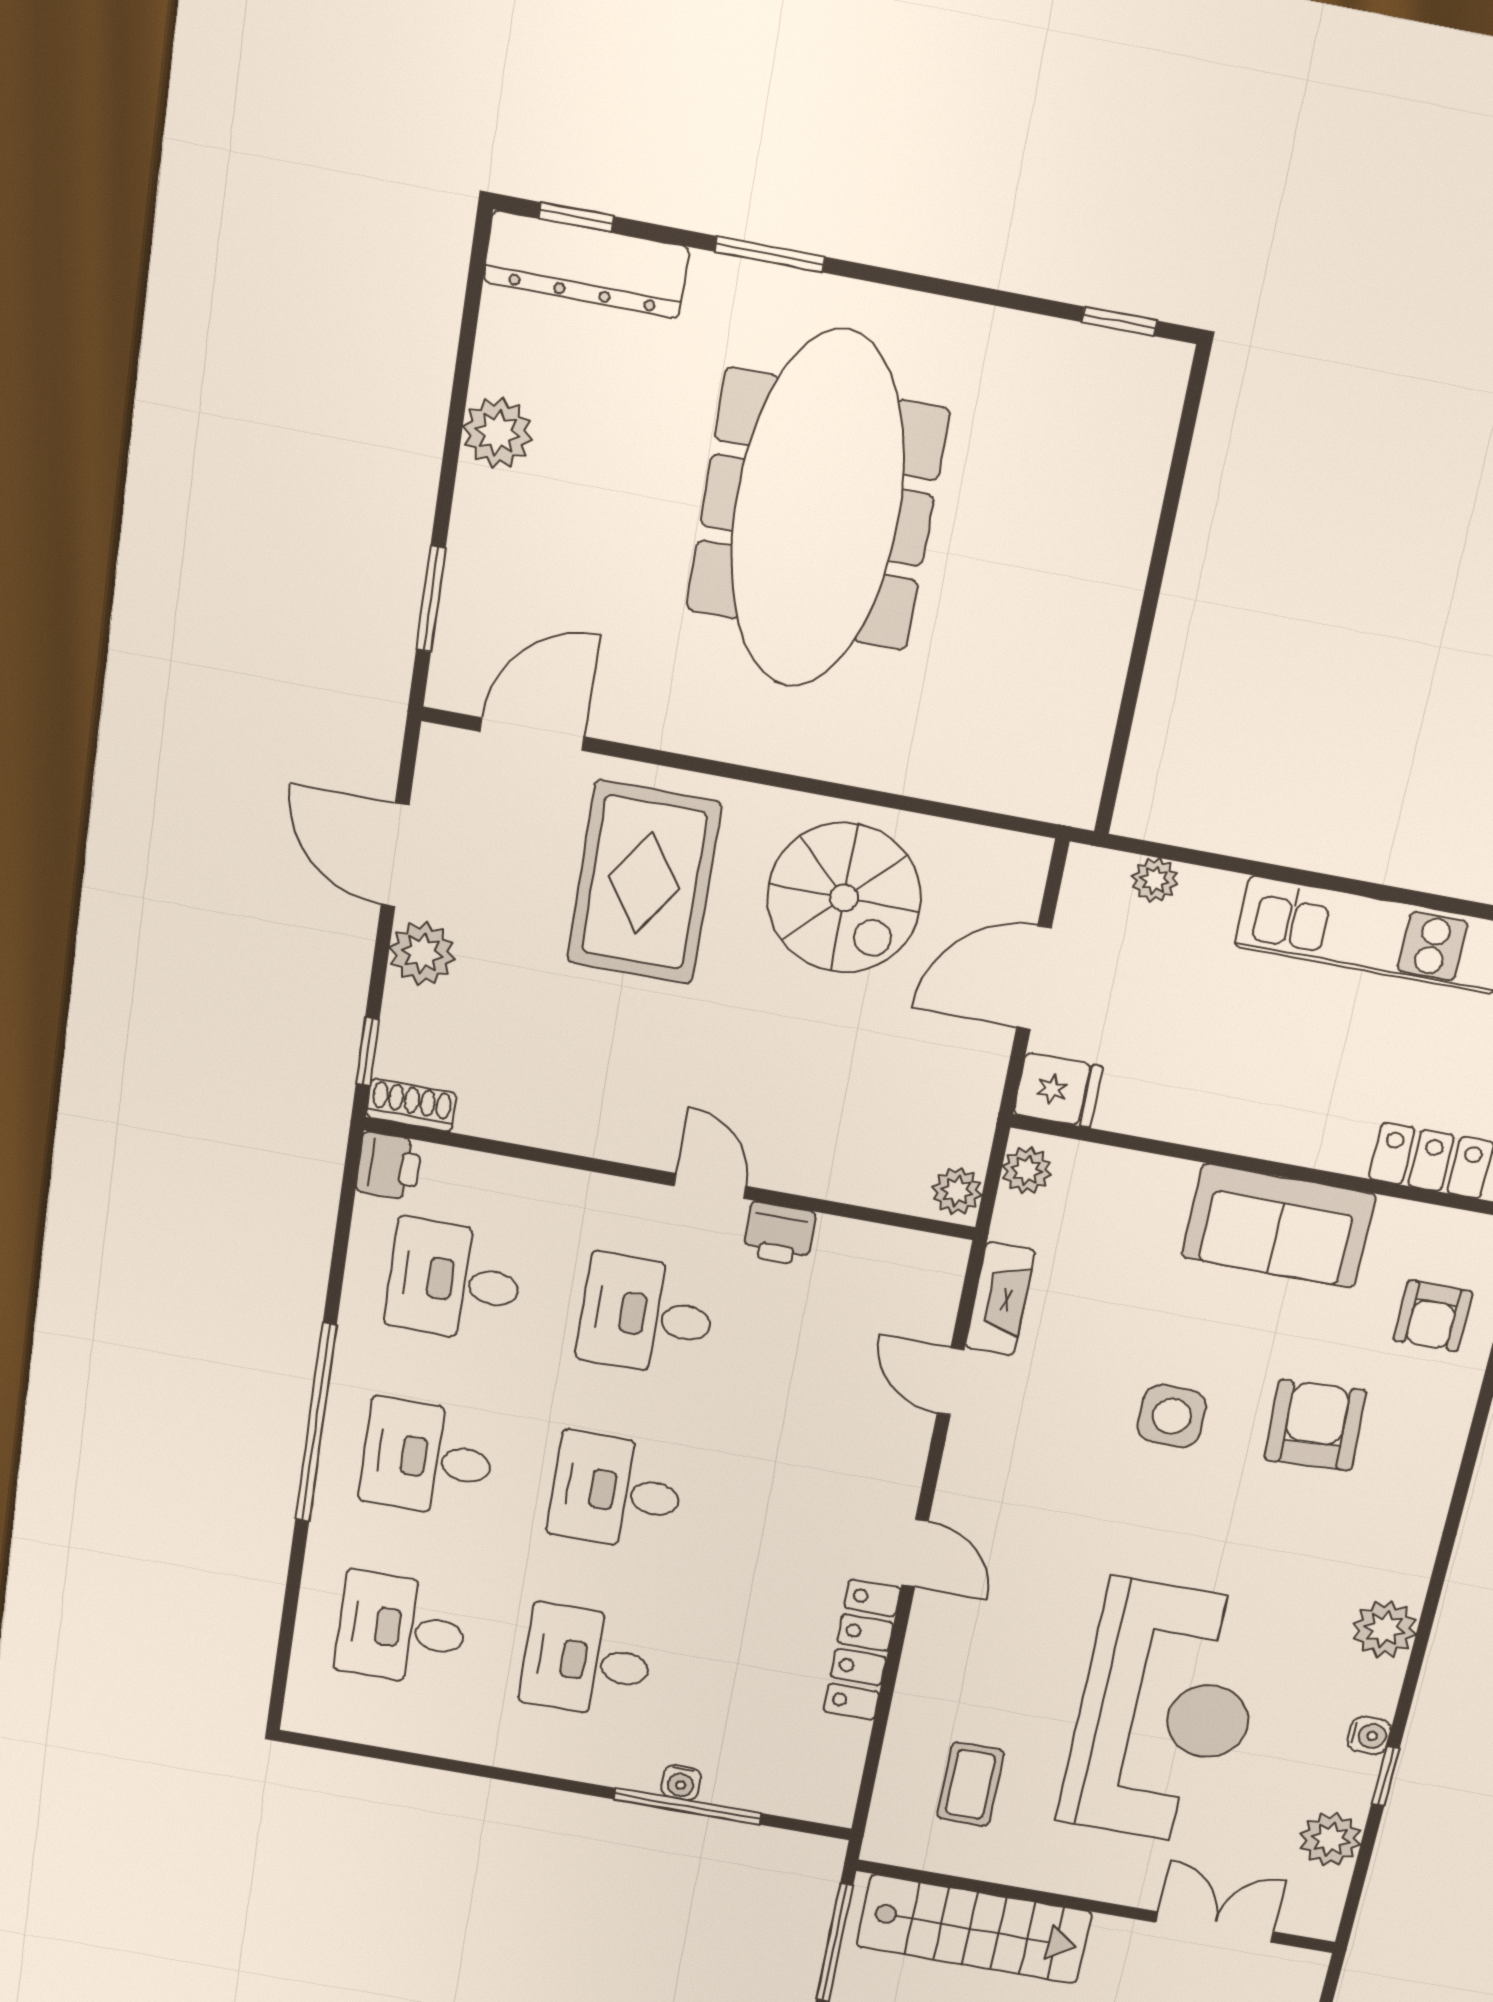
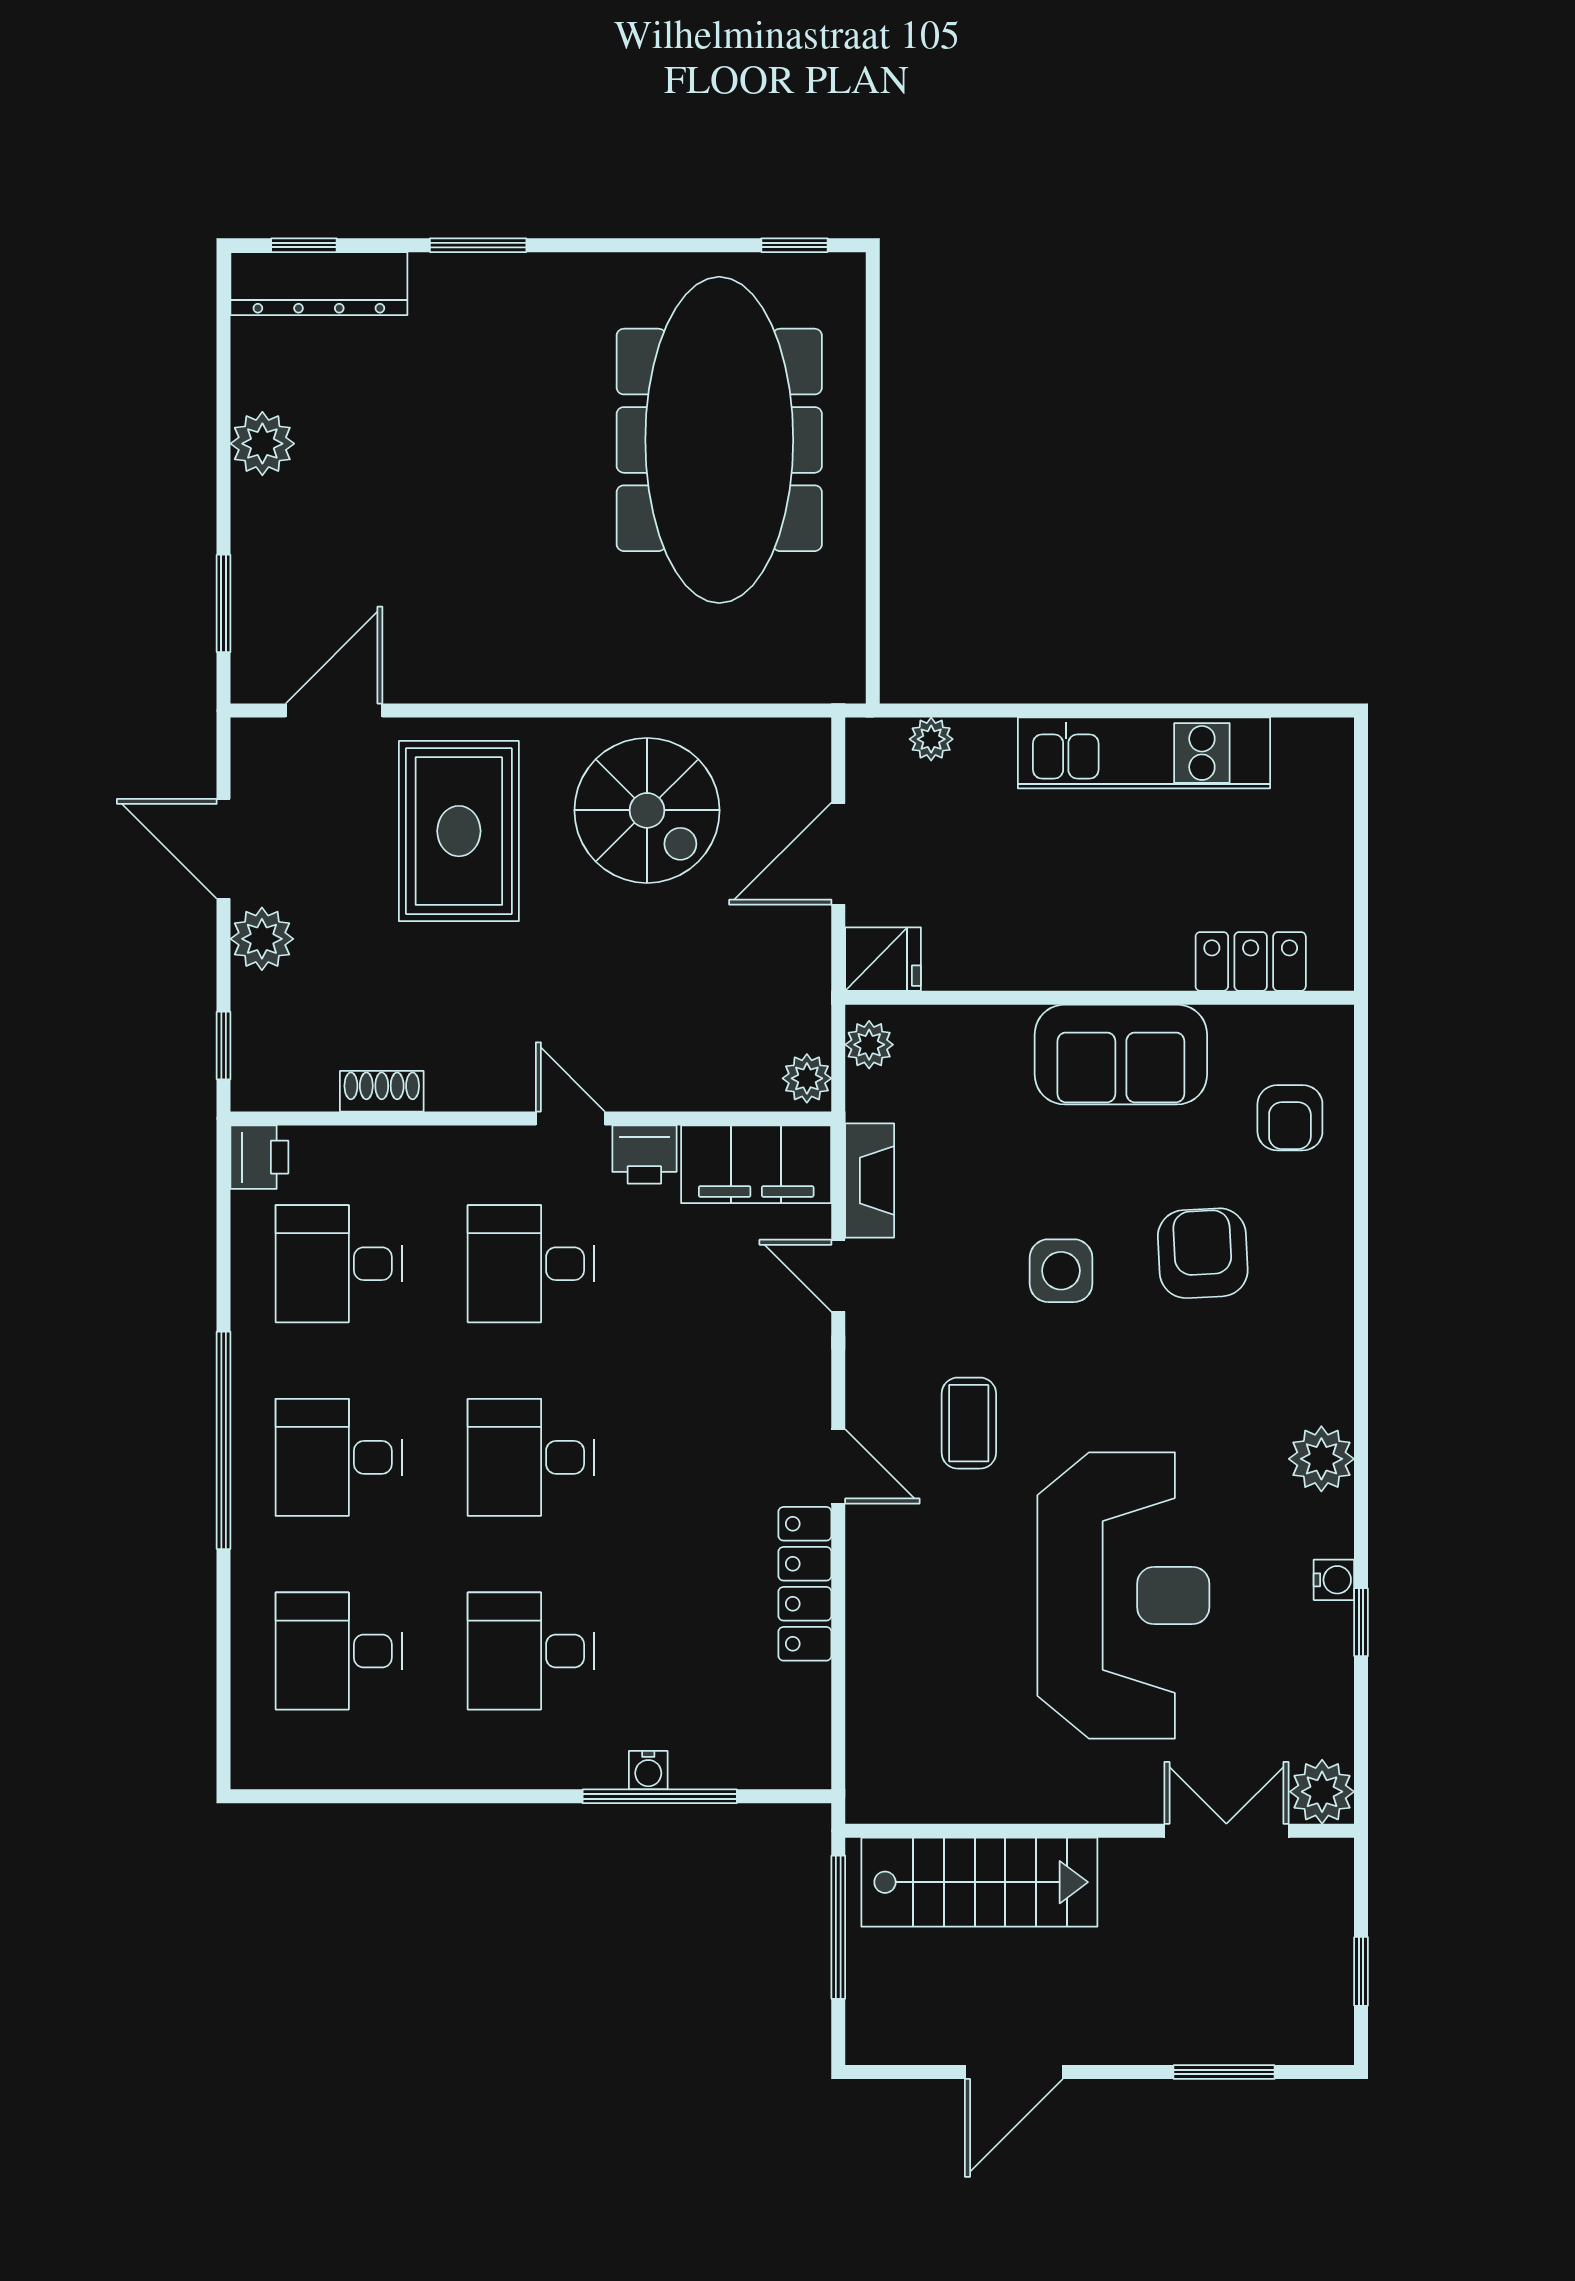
meeting table: (817, 510) -> (719, 440), moved
shoe rack: (411, 1105) -> (382, 1091), moved
filing cabinet: (890, 1263) -> (756, 1164), added
coffee table: (970, 1784) -> (969, 1423), moved
plant: (1330, 1839) -> (1322, 1792), moved

